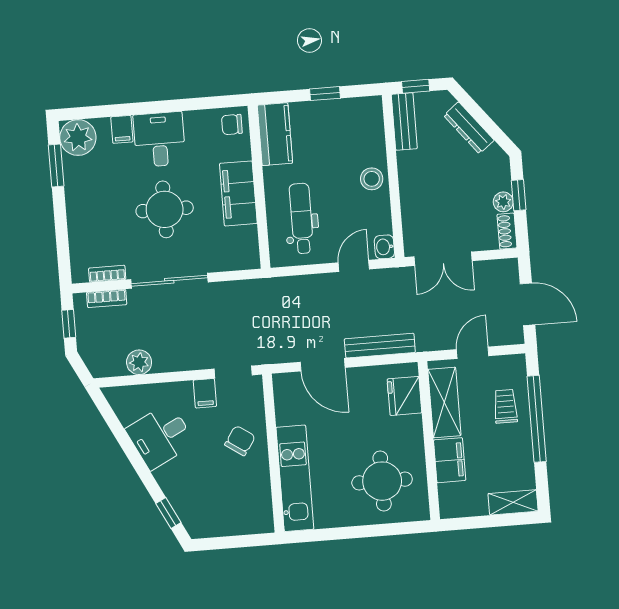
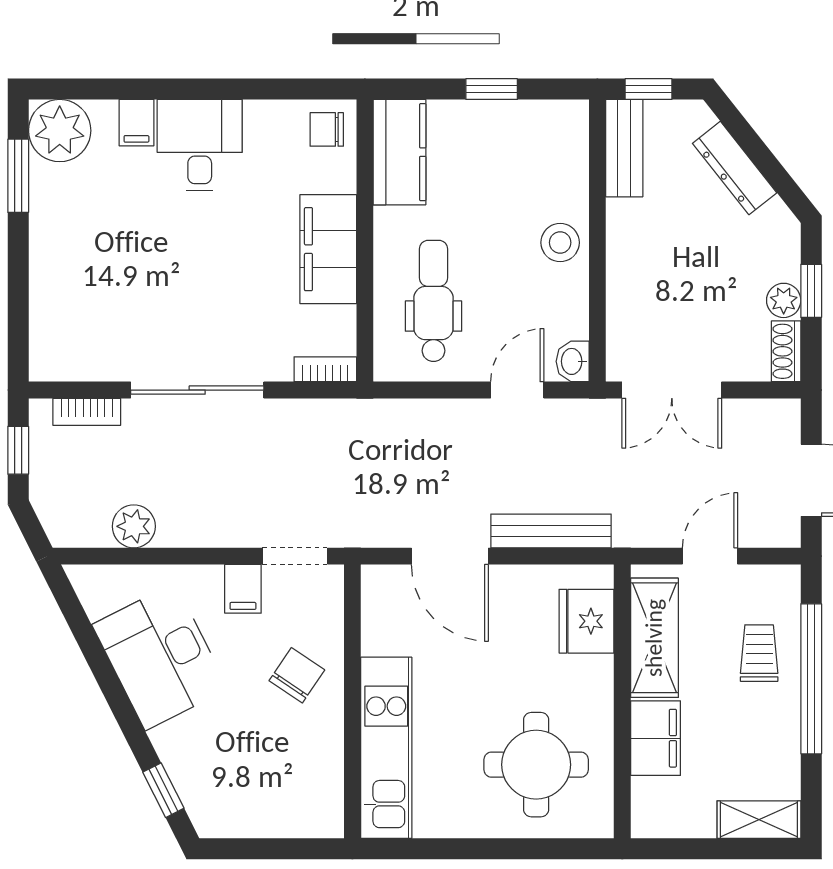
round table: (165, 209) -> (199, 266), removed
bookcase: (107, 274) -> (325, 369), moved
desk: (160, 436) -> (160, 657), width x1.37

